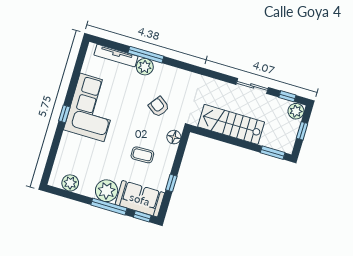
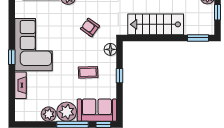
fireplace: (65, 147) -> (21, 85), added
plant: (70, 183) -> (49, 114), moved
window: (171, 183) -> (120, 76), moved

